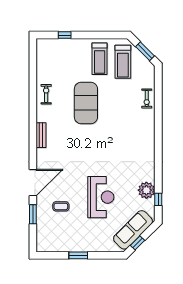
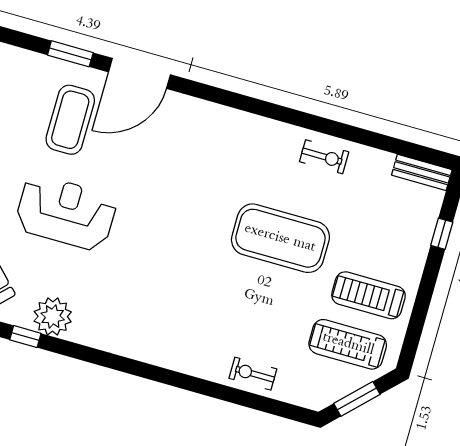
bench: (41, 135) -> (422, 172), moved
door: (33, 183) -> (139, 73), hinge flipped
reception desk: (101, 197) -> (66, 213), turned 180
coffee table: (61, 206) -> (70, 120), width x1.86, depth x1.72

